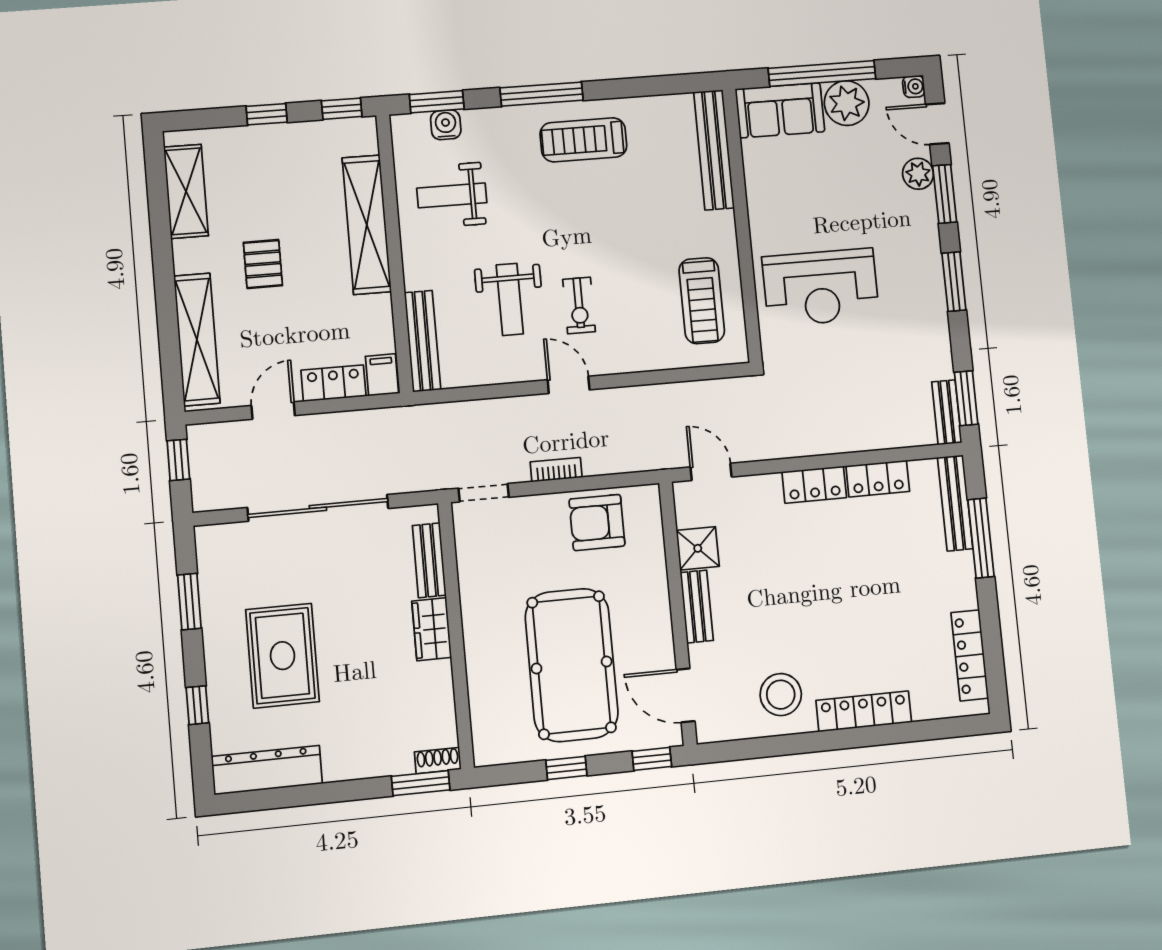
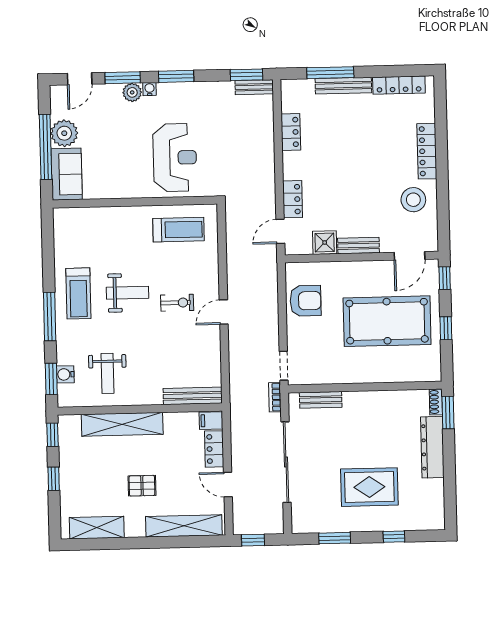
water cooler: (914, 86) -> (150, 89), moved
bench: (714, 150) -> (89, 216), removed
plant: (918, 174) -> (132, 92), moved
weight bench: (510, 299) -> (128, 293), moved
bookcase: (556, 470) -> (275, 397), moved
locker: (814, 485) -> (293, 199), moved
bench: (955, 503) -> (343, 86), moved
armchair: (597, 522) -> (305, 301), turned -90
wardrobe: (432, 629) -> (360, 401), removed
dresser: (267, 770) -> (432, 447), moved

